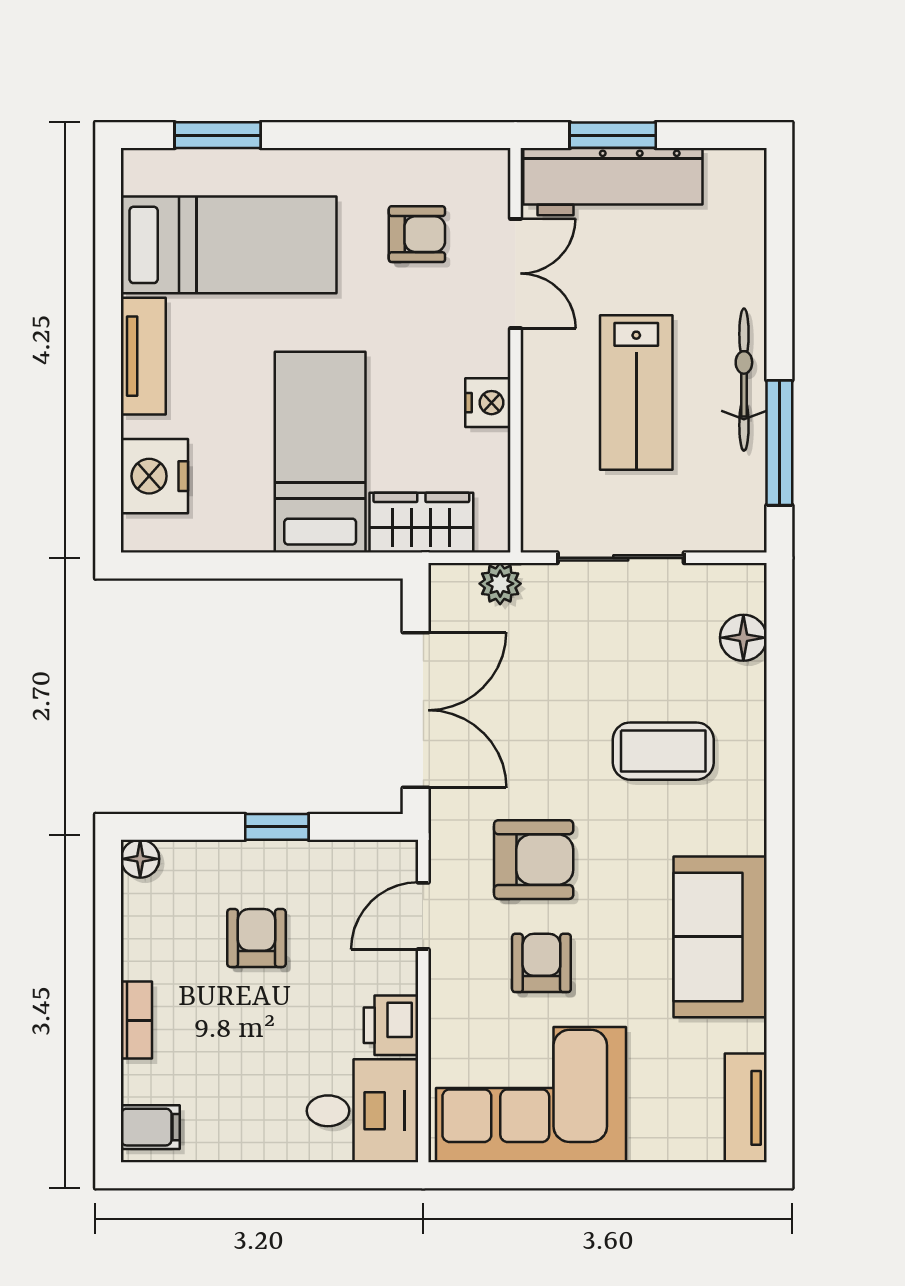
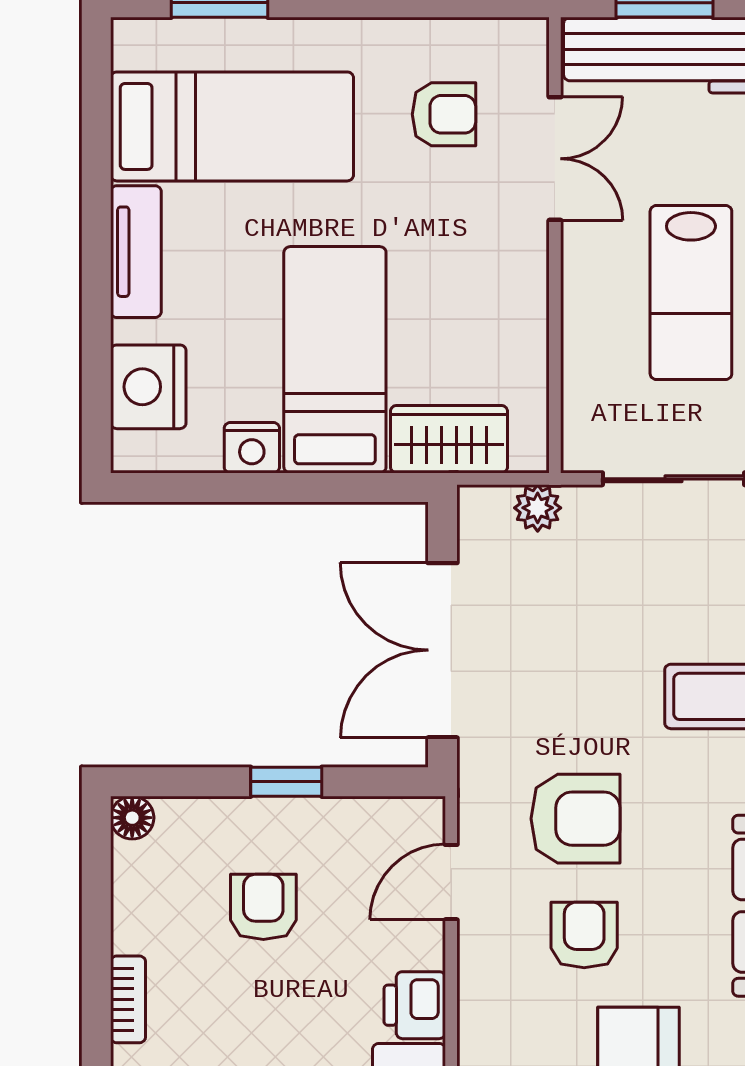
nightstand: (488, 403) -> (252, 448), moved, turned 90
double door: (416, 710) -> (442, 650), swing flipped

